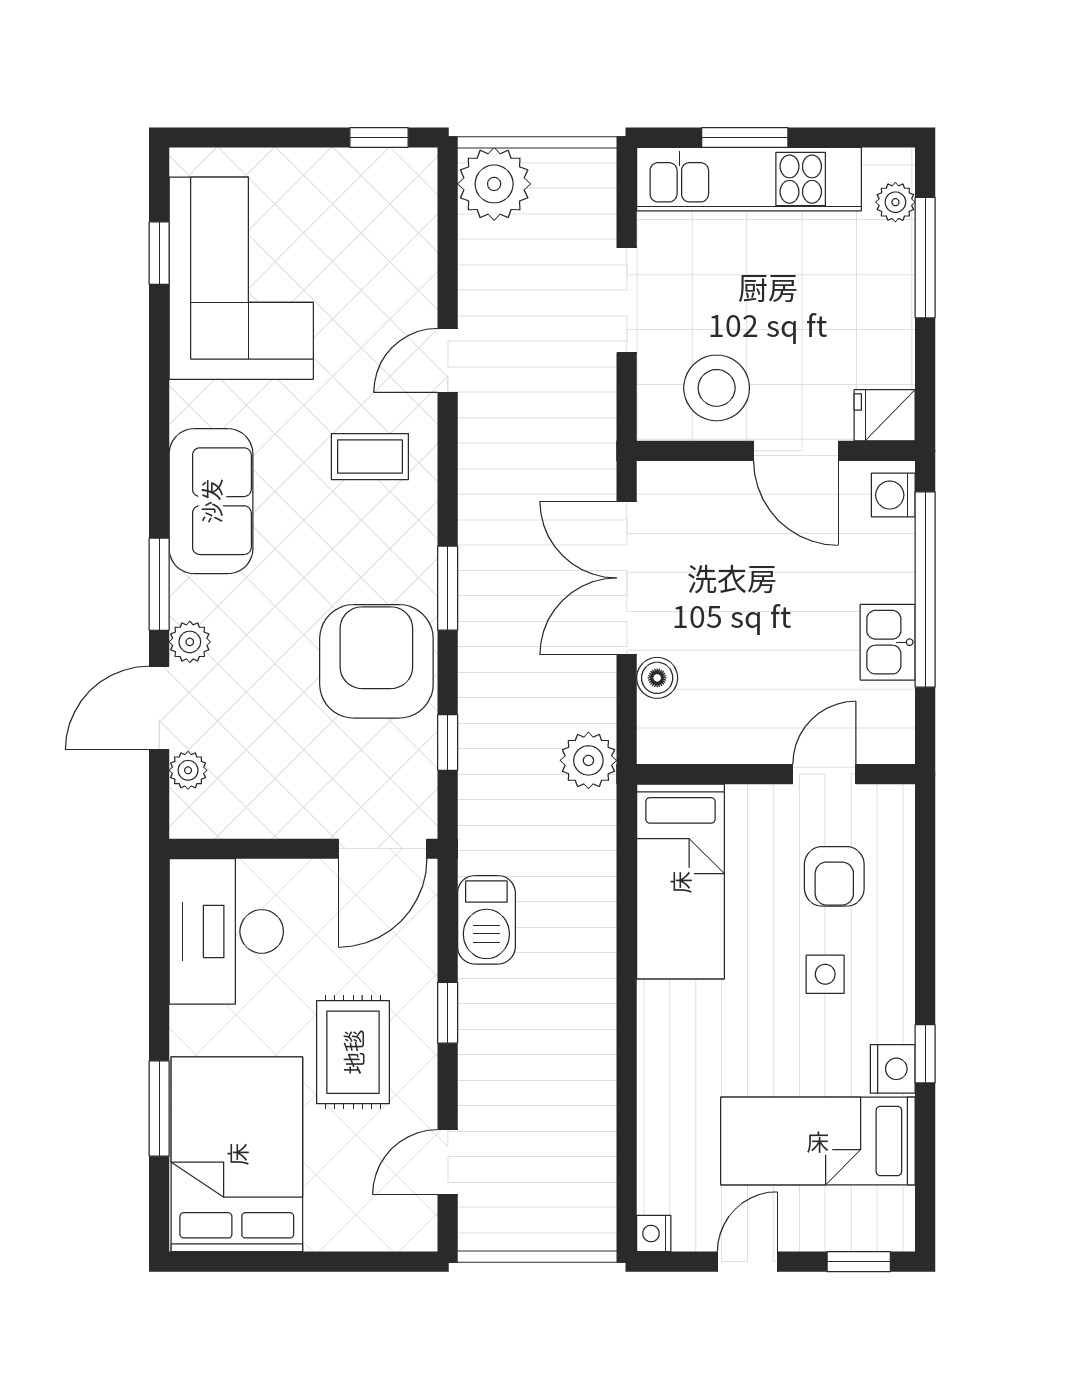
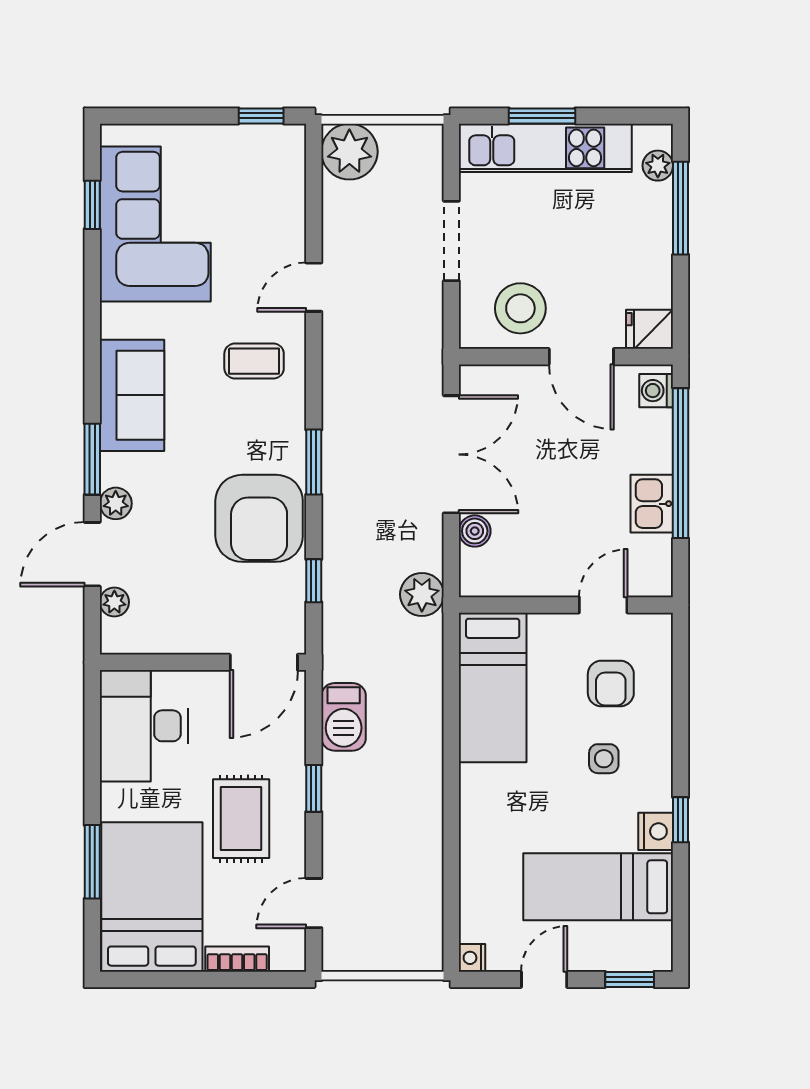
double door: (627, 578) -> (451, 454), swing flipped
armchair: (376, 661) -> (259, 518), turned 180
bookcase: (348, 1235) -> (237, 959), added

